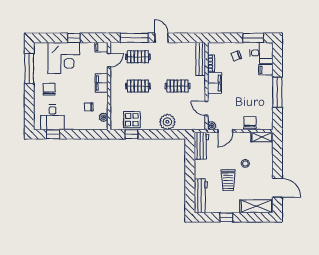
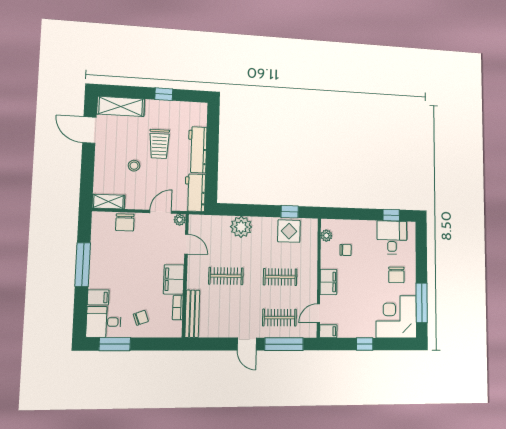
corner desk: (64, 58) -> (396, 317), moved
trolley: (228, 180) -> (159, 144), turned 180
workbench: (201, 196) -> (197, 150), moved

